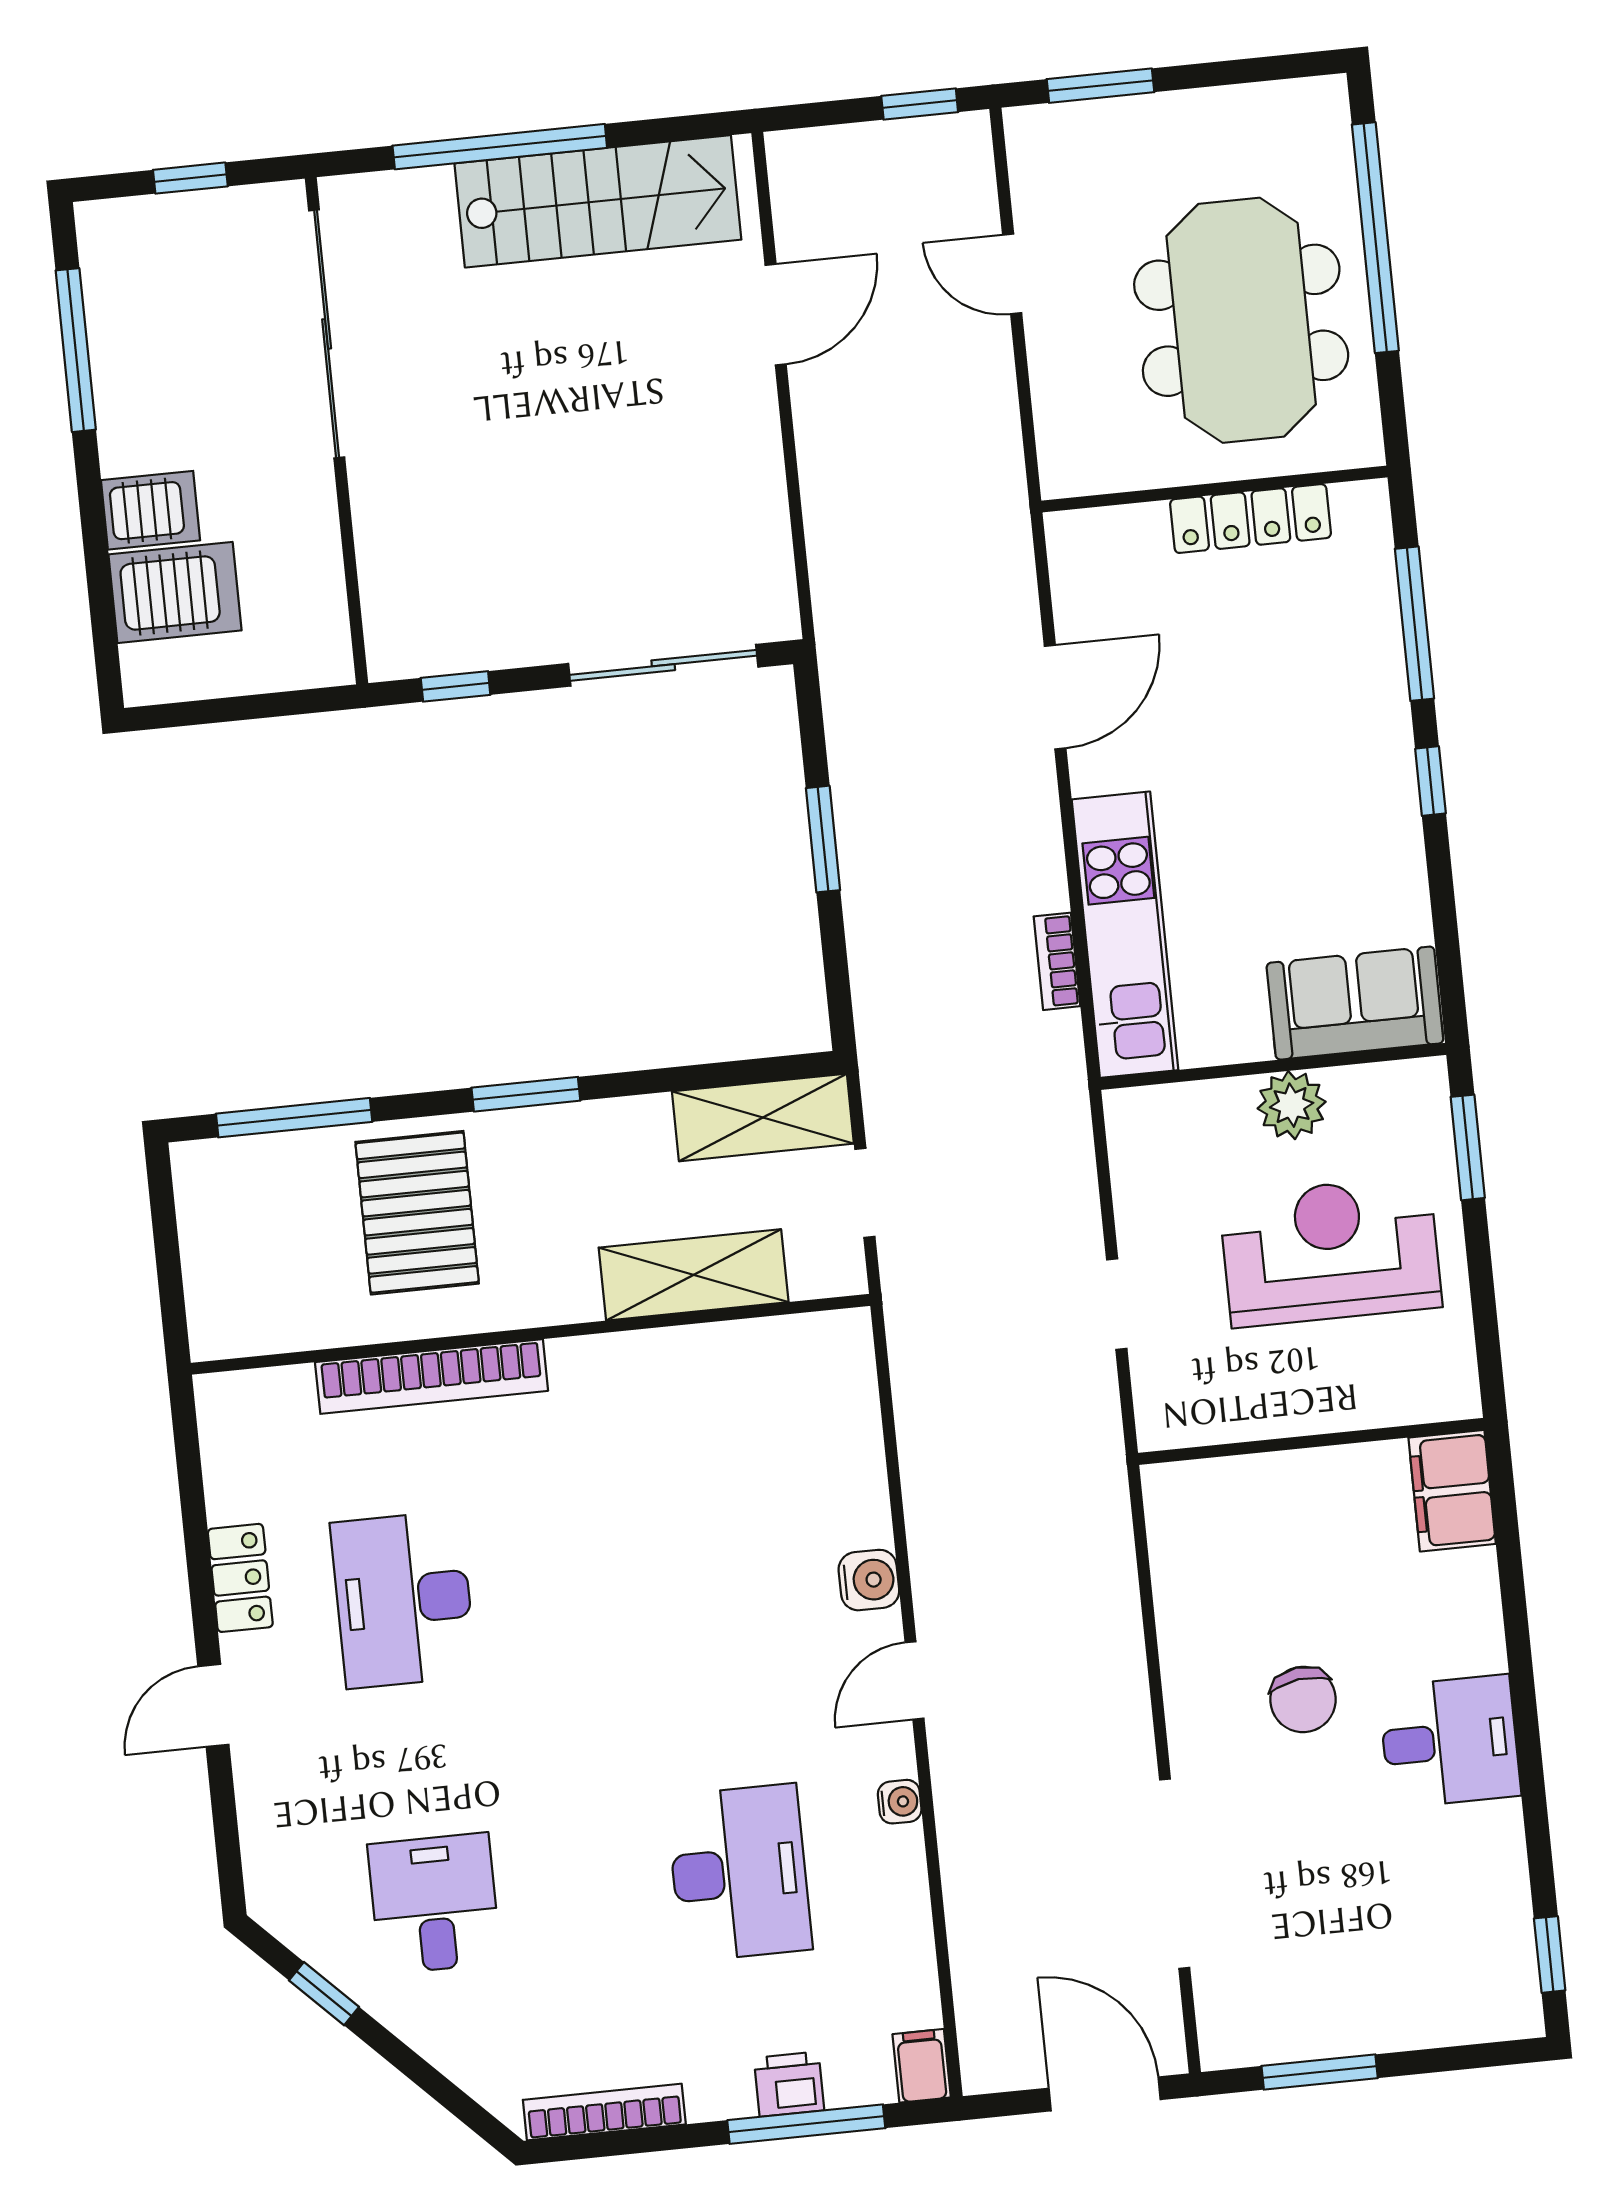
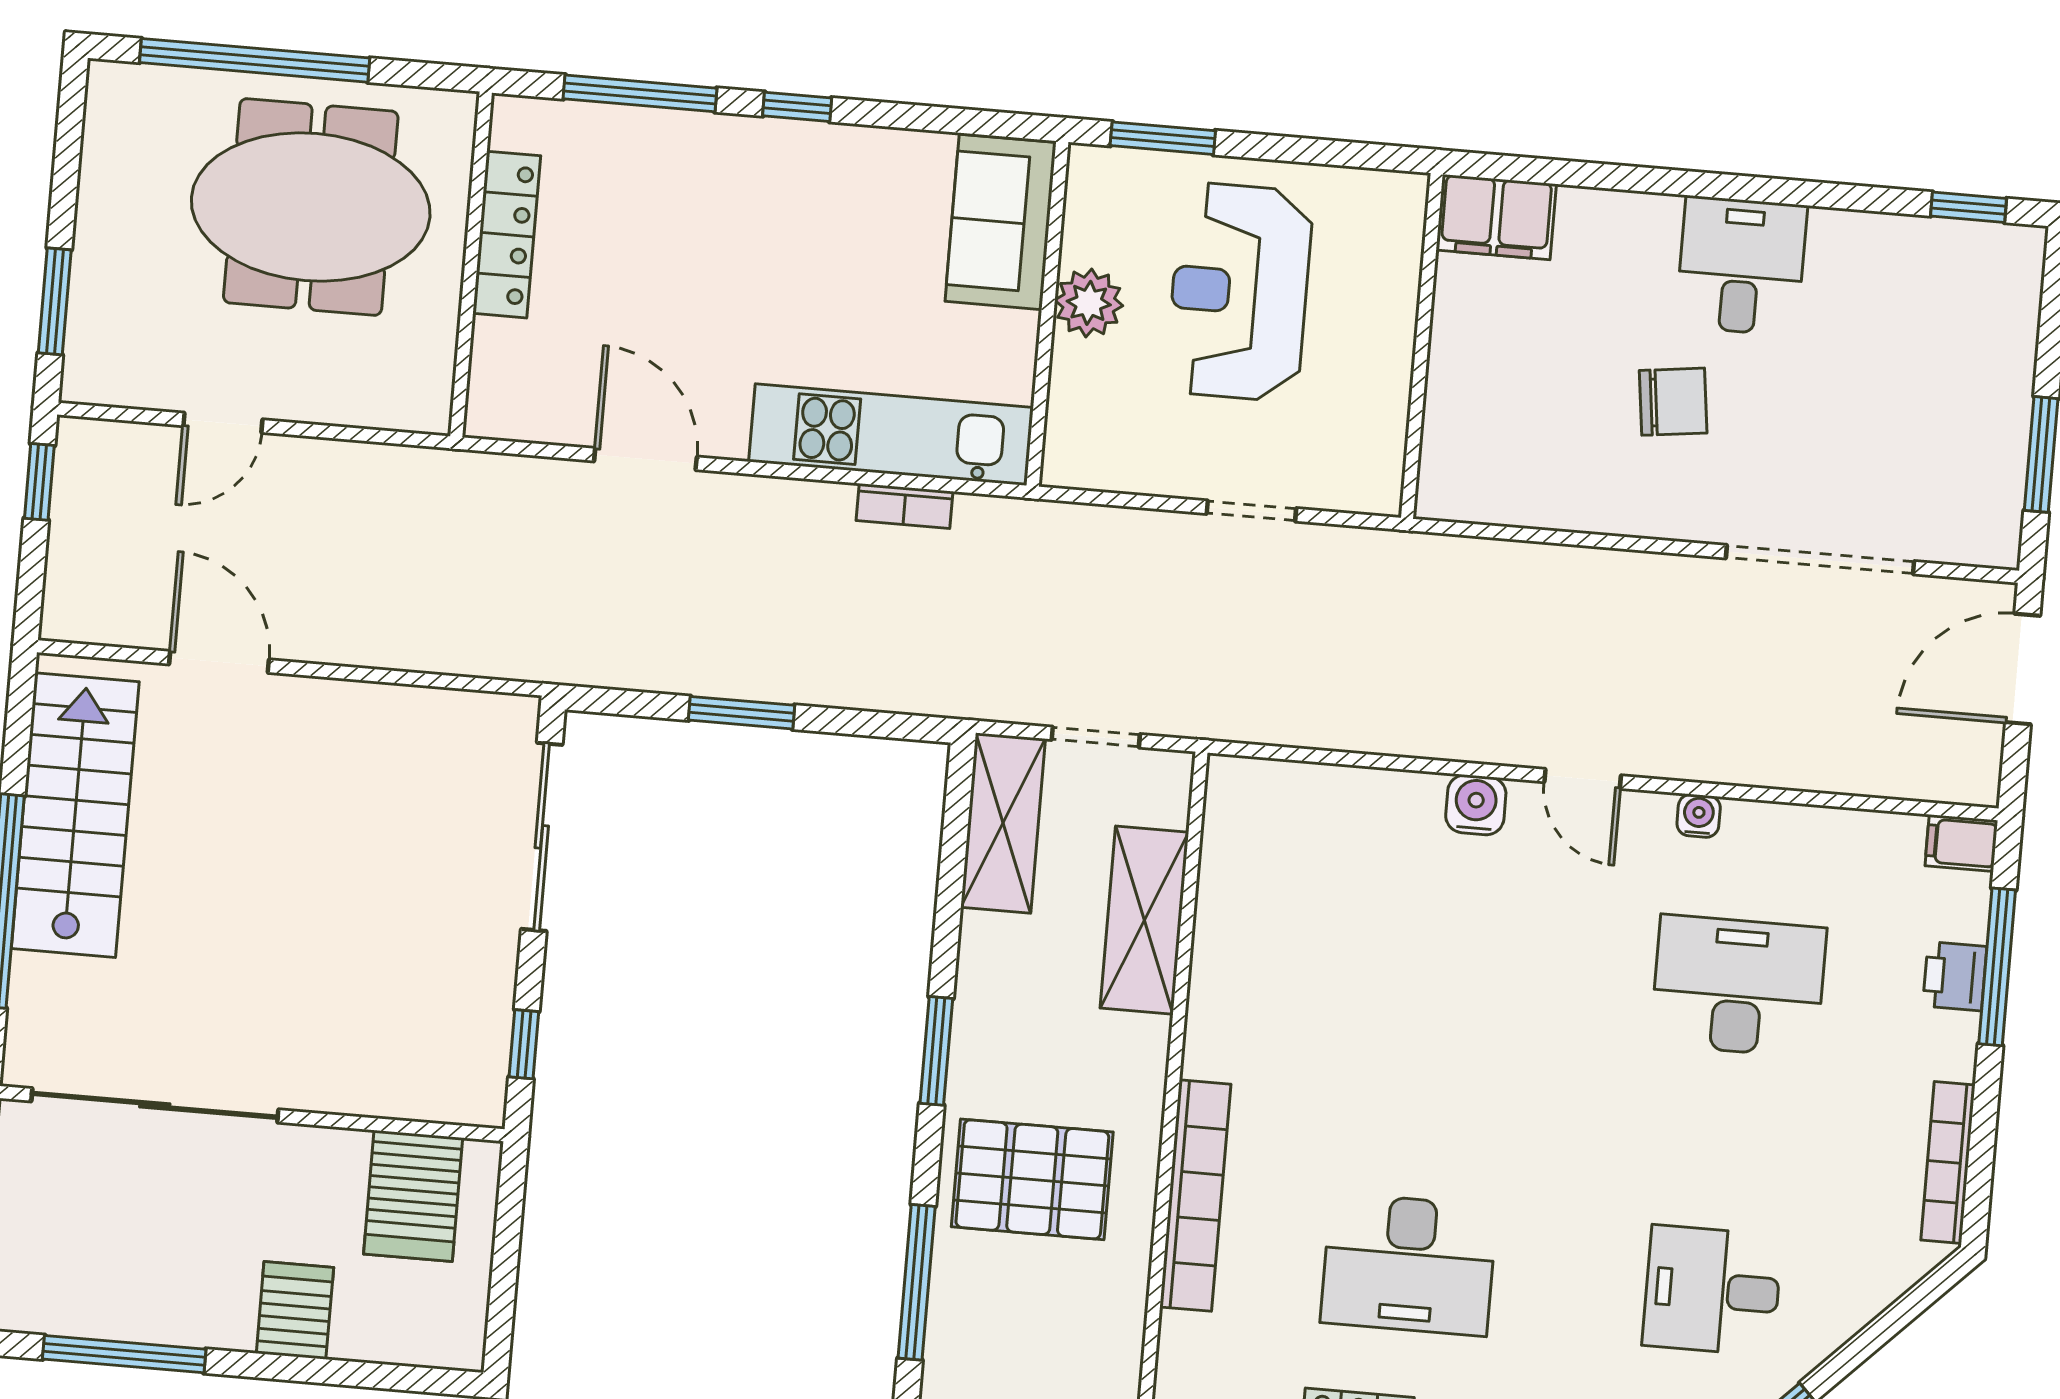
server rack: (175, 592) -> (413, 1196), moved, turned 180

